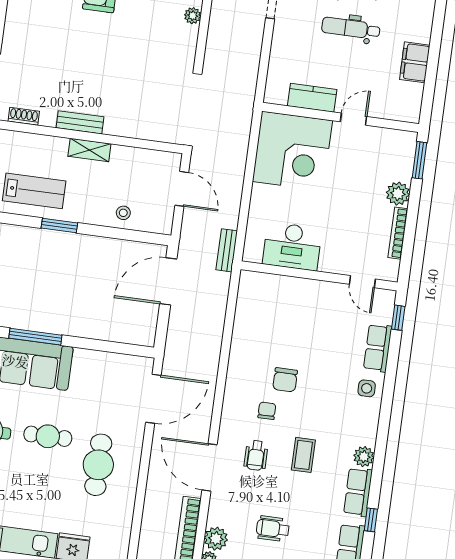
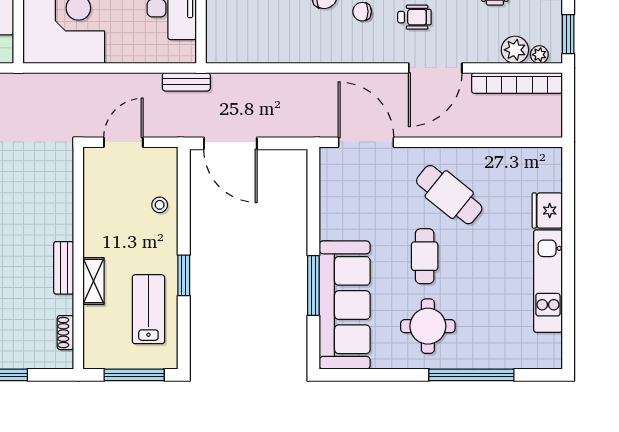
shelving: (89, 150) -> (94, 281), moved
cafe table: (98, 465) -> (449, 195), turned 39

